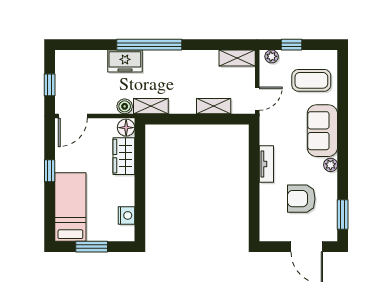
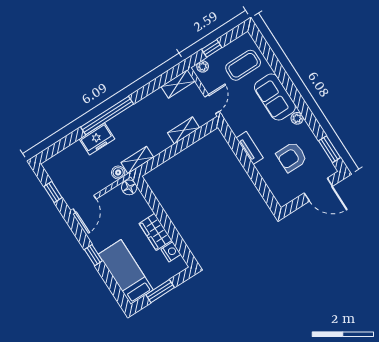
wardrobe: (124, 156) -> (155, 232), moved

